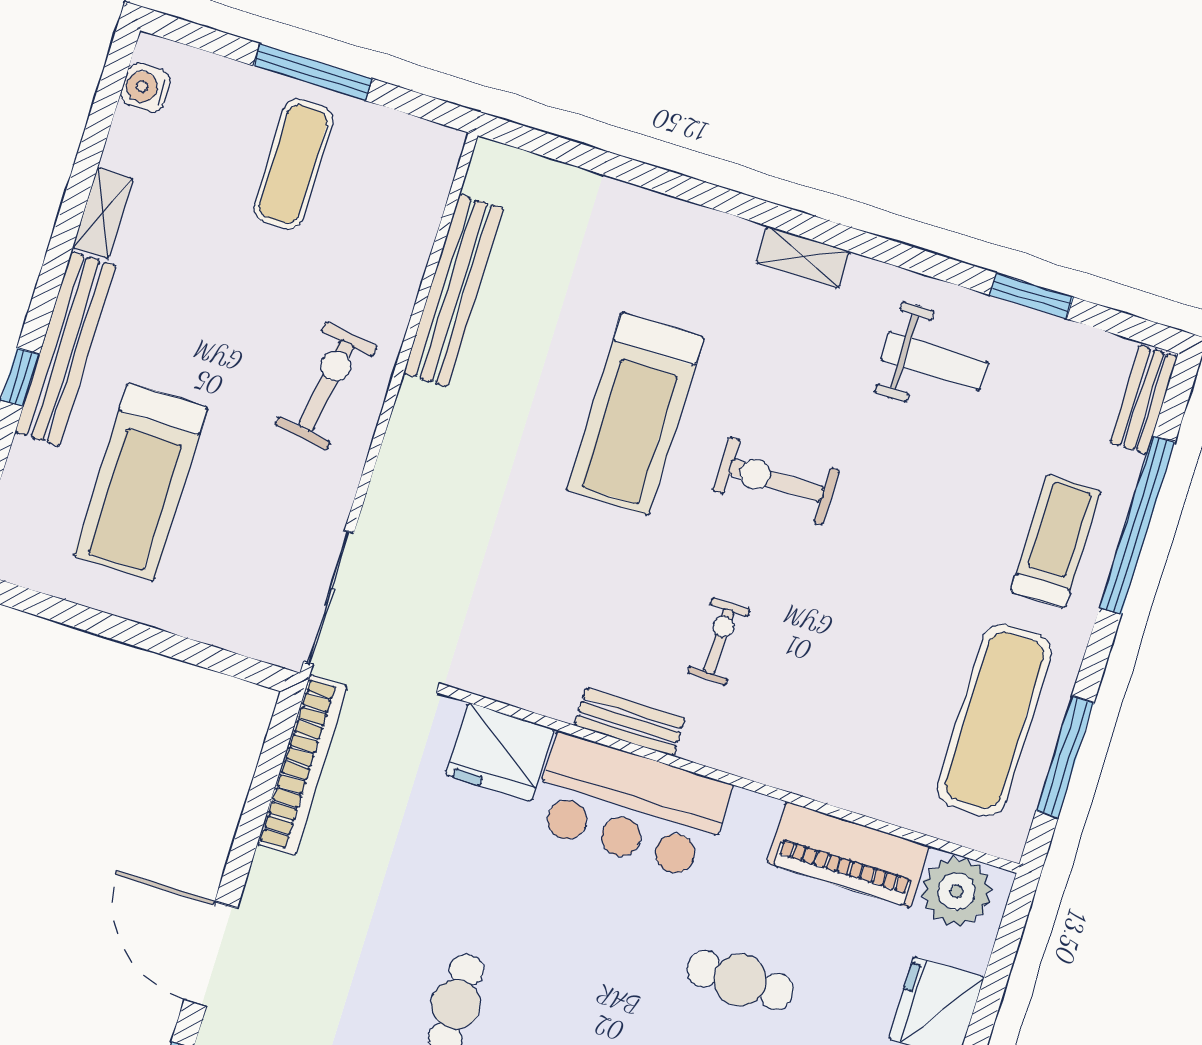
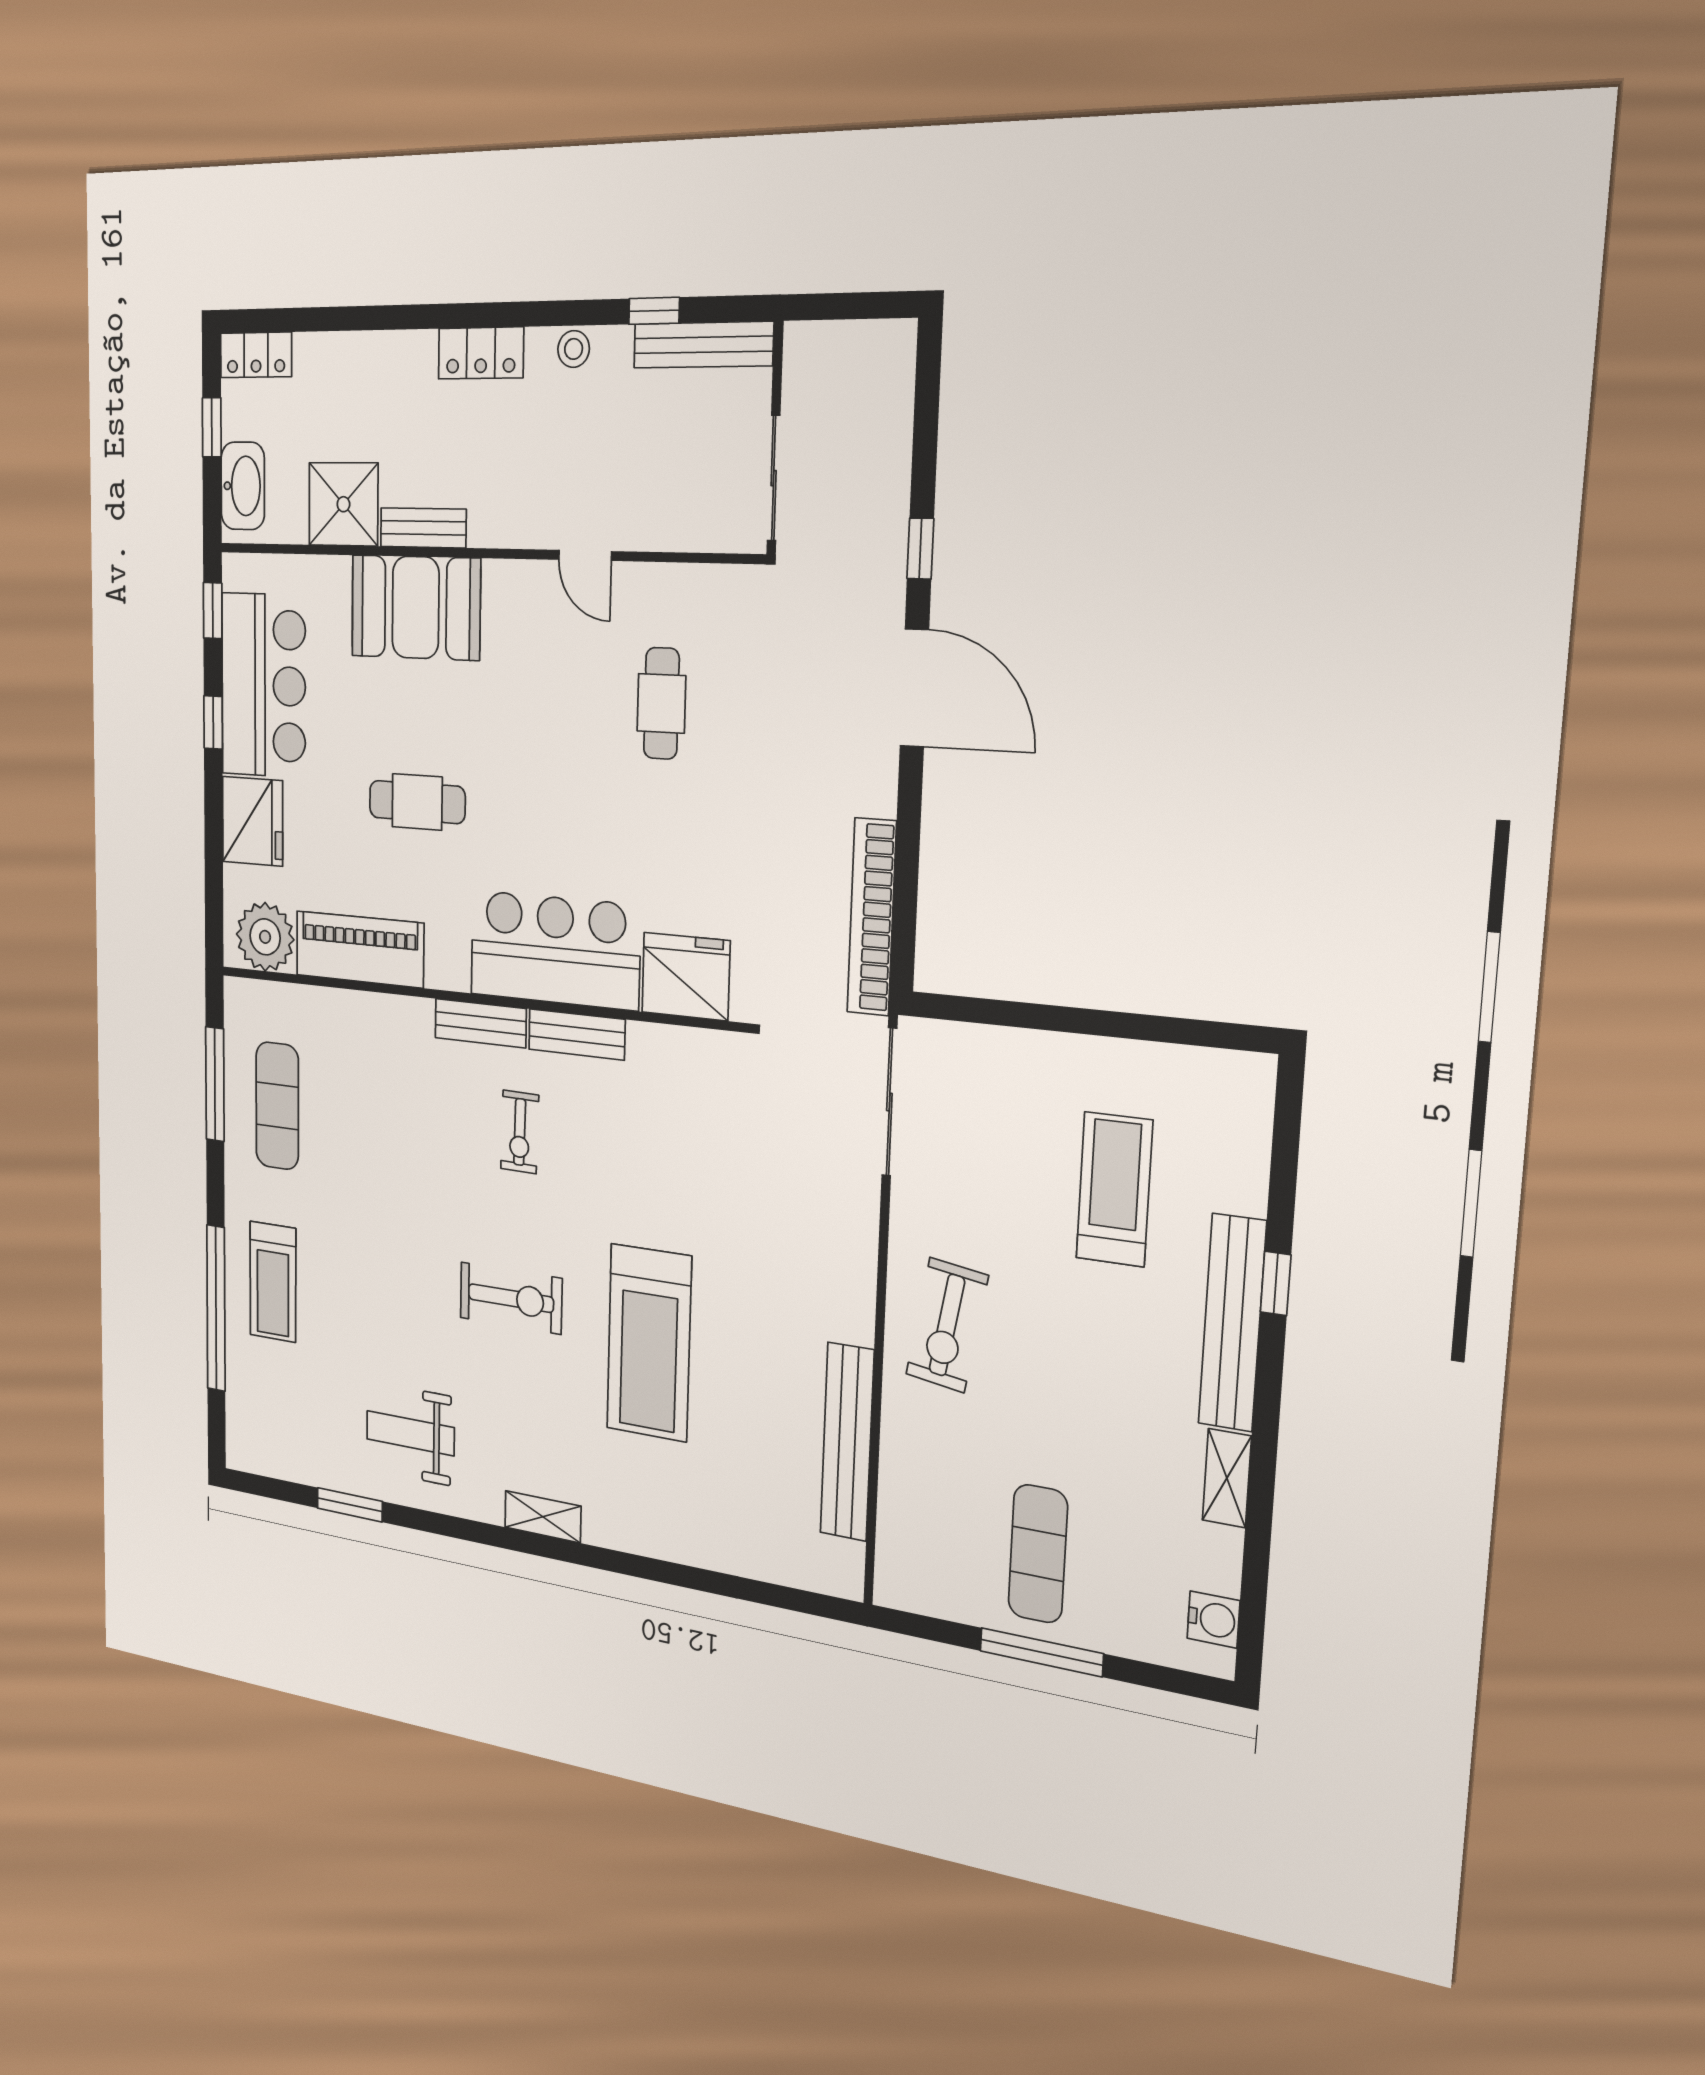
bench: (1144, 400) -> (481, 1023), moved, turned 90
treadmill: (635, 414) -> (649, 1343), turned 180
treadmill: (141, 482) -> (1114, 1189), width x0.73, depth x0.73
exercise mat: (994, 720) -> (277, 1106), width x0.73, depth x0.69

